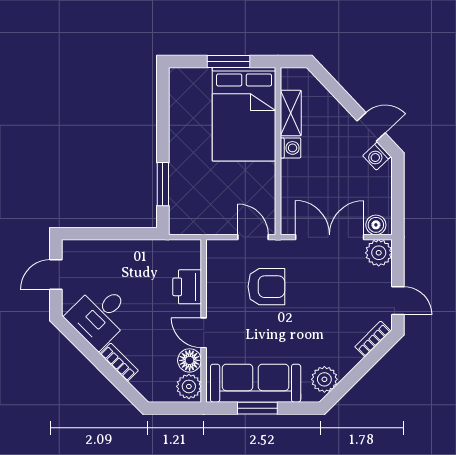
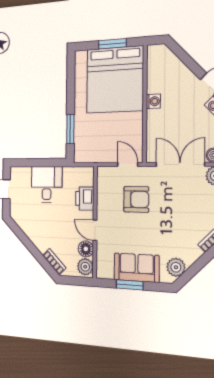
shelving: (291, 113) -> (154, 77), removed
bed: (244, 114) -> (115, 80), width x1.36
desk: (100, 315) -> (47, 184), moved, turned 135
bookcase: (119, 362) -> (54, 262), moved
sofa: (256, 383) -> (137, 268), width x0.73

